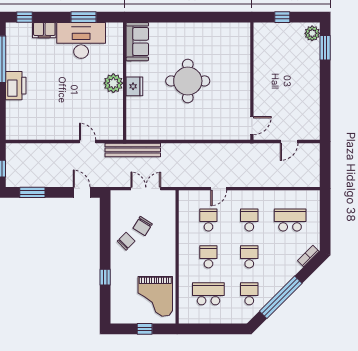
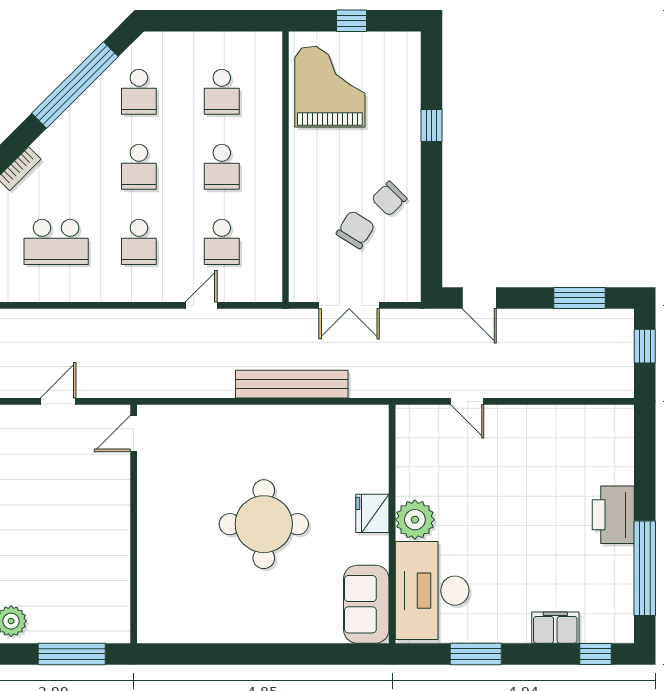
window: (282, 17) -> (72, 654), width x2.17
desk: (81, 40) -> (432, 591), moved, turned 90
bench: (133, 150) -> (292, 384), moved
school desk: (208, 294) -> (222, 92), width x0.54

